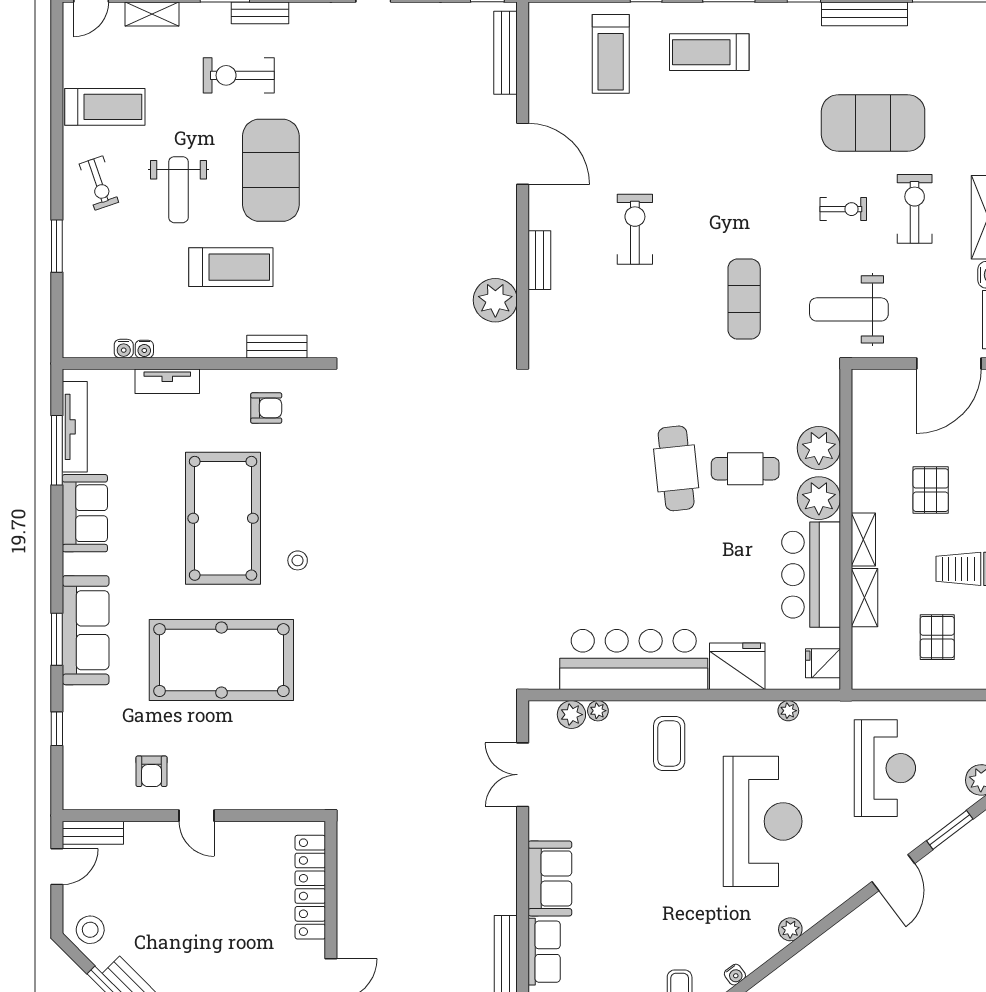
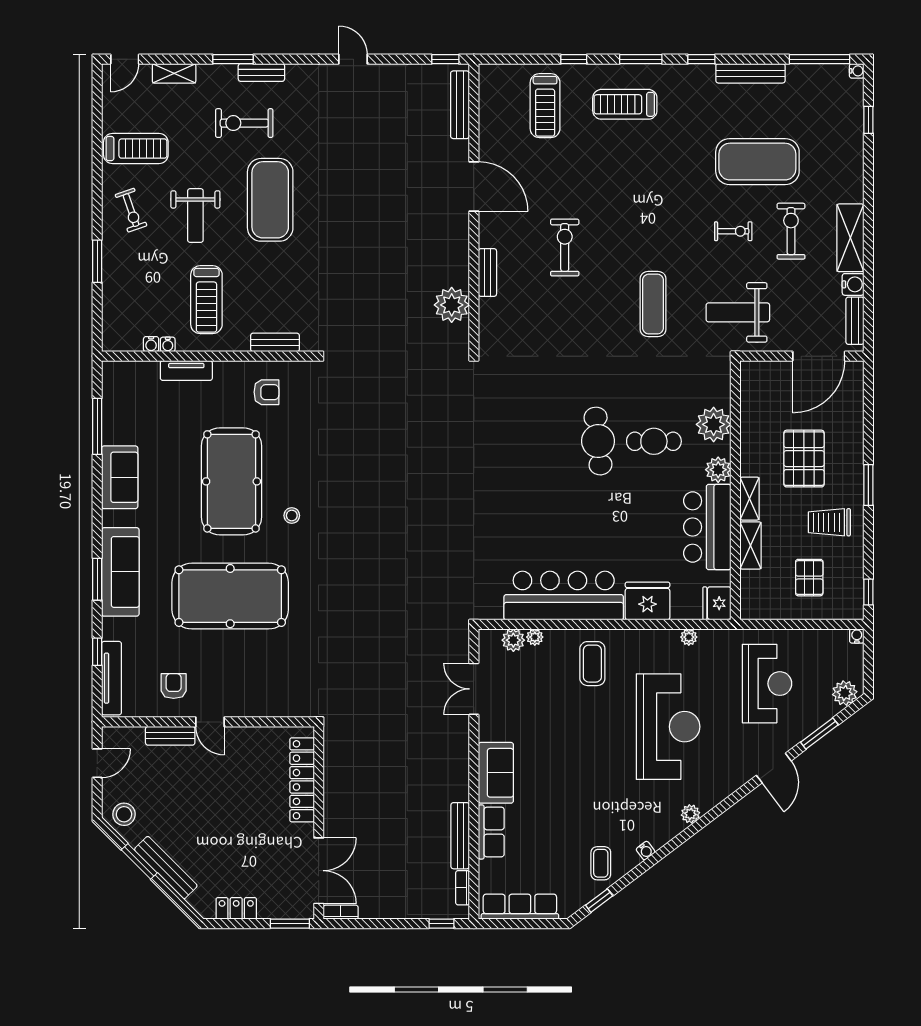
treadmill: (231, 267) -> (206, 300), moved, turned 90
tv unit: (75, 427) -> (111, 678), moved
pallet: (931, 490) -> (804, 459), width x1.50, depth x1.42
plant: (819, 498) -> (718, 470), width x0.73, depth x0.73
fridge: (823, 663) -> (717, 603), width x1.38
armchair: (152, 771) -> (174, 686), turned 180
bench: (93, 833) -> (170, 736), moved

